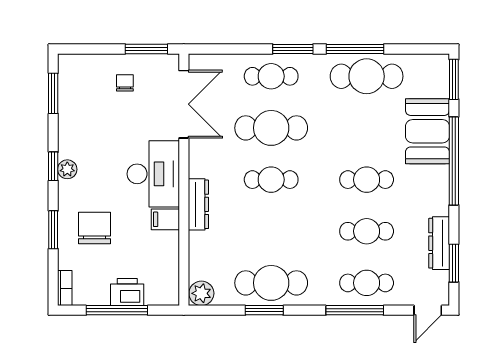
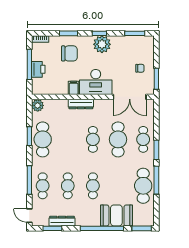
plant: (67, 169) -> (102, 44), width x1.88, depth x1.88

